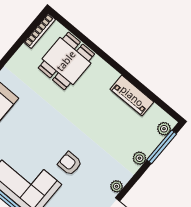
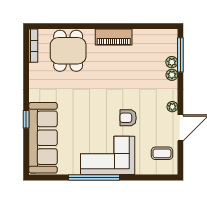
piano: (132, 96) -> (114, 37), moved
plant: (164, 129) -> (172, 62), moved

